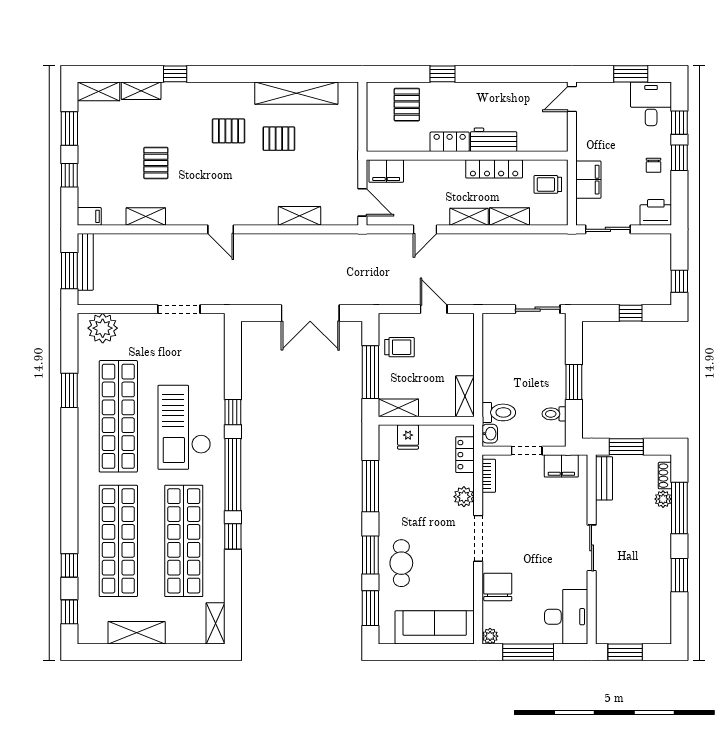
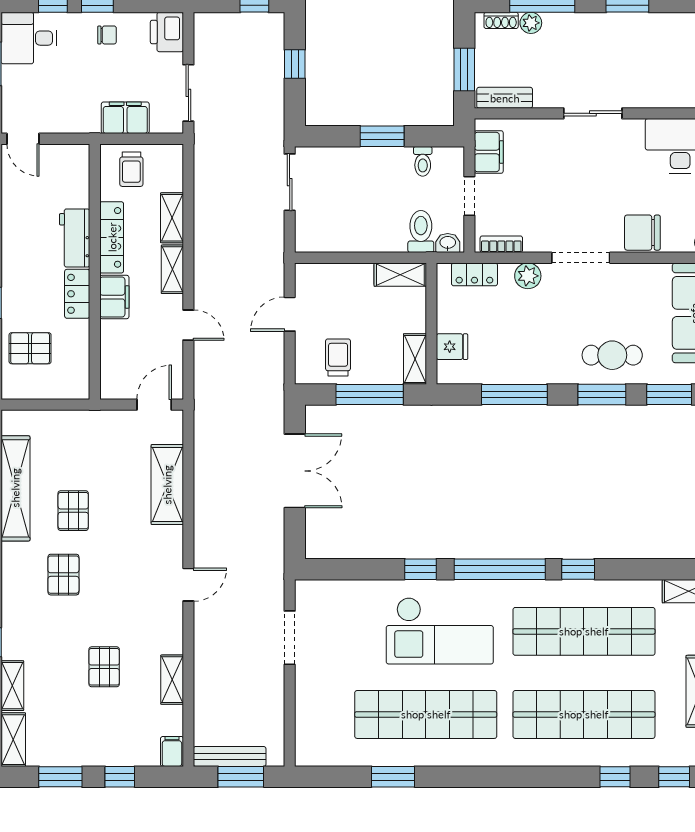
pallet: (156, 163) -> (104, 667), turned 90
filing cabinet: (386, 171) -> (114, 297), moved
shelving: (299, 216) -> (167, 485), width x1.50, depth x1.33
plant: (103, 328) -> (314, 734), removed

